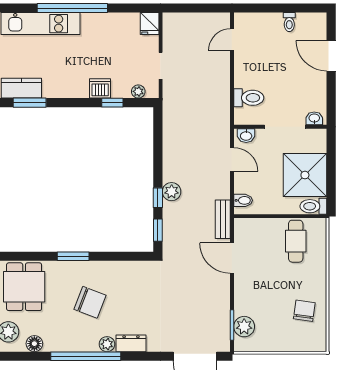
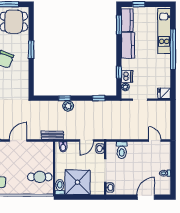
kitchen counter: (66, 87) -> (128, 45), added
dishwasher: (100, 88) -> (127, 76), moved
window: (158, 230) -> (99, 98), moved
door: (232, 258) -> (18, 140), moved

